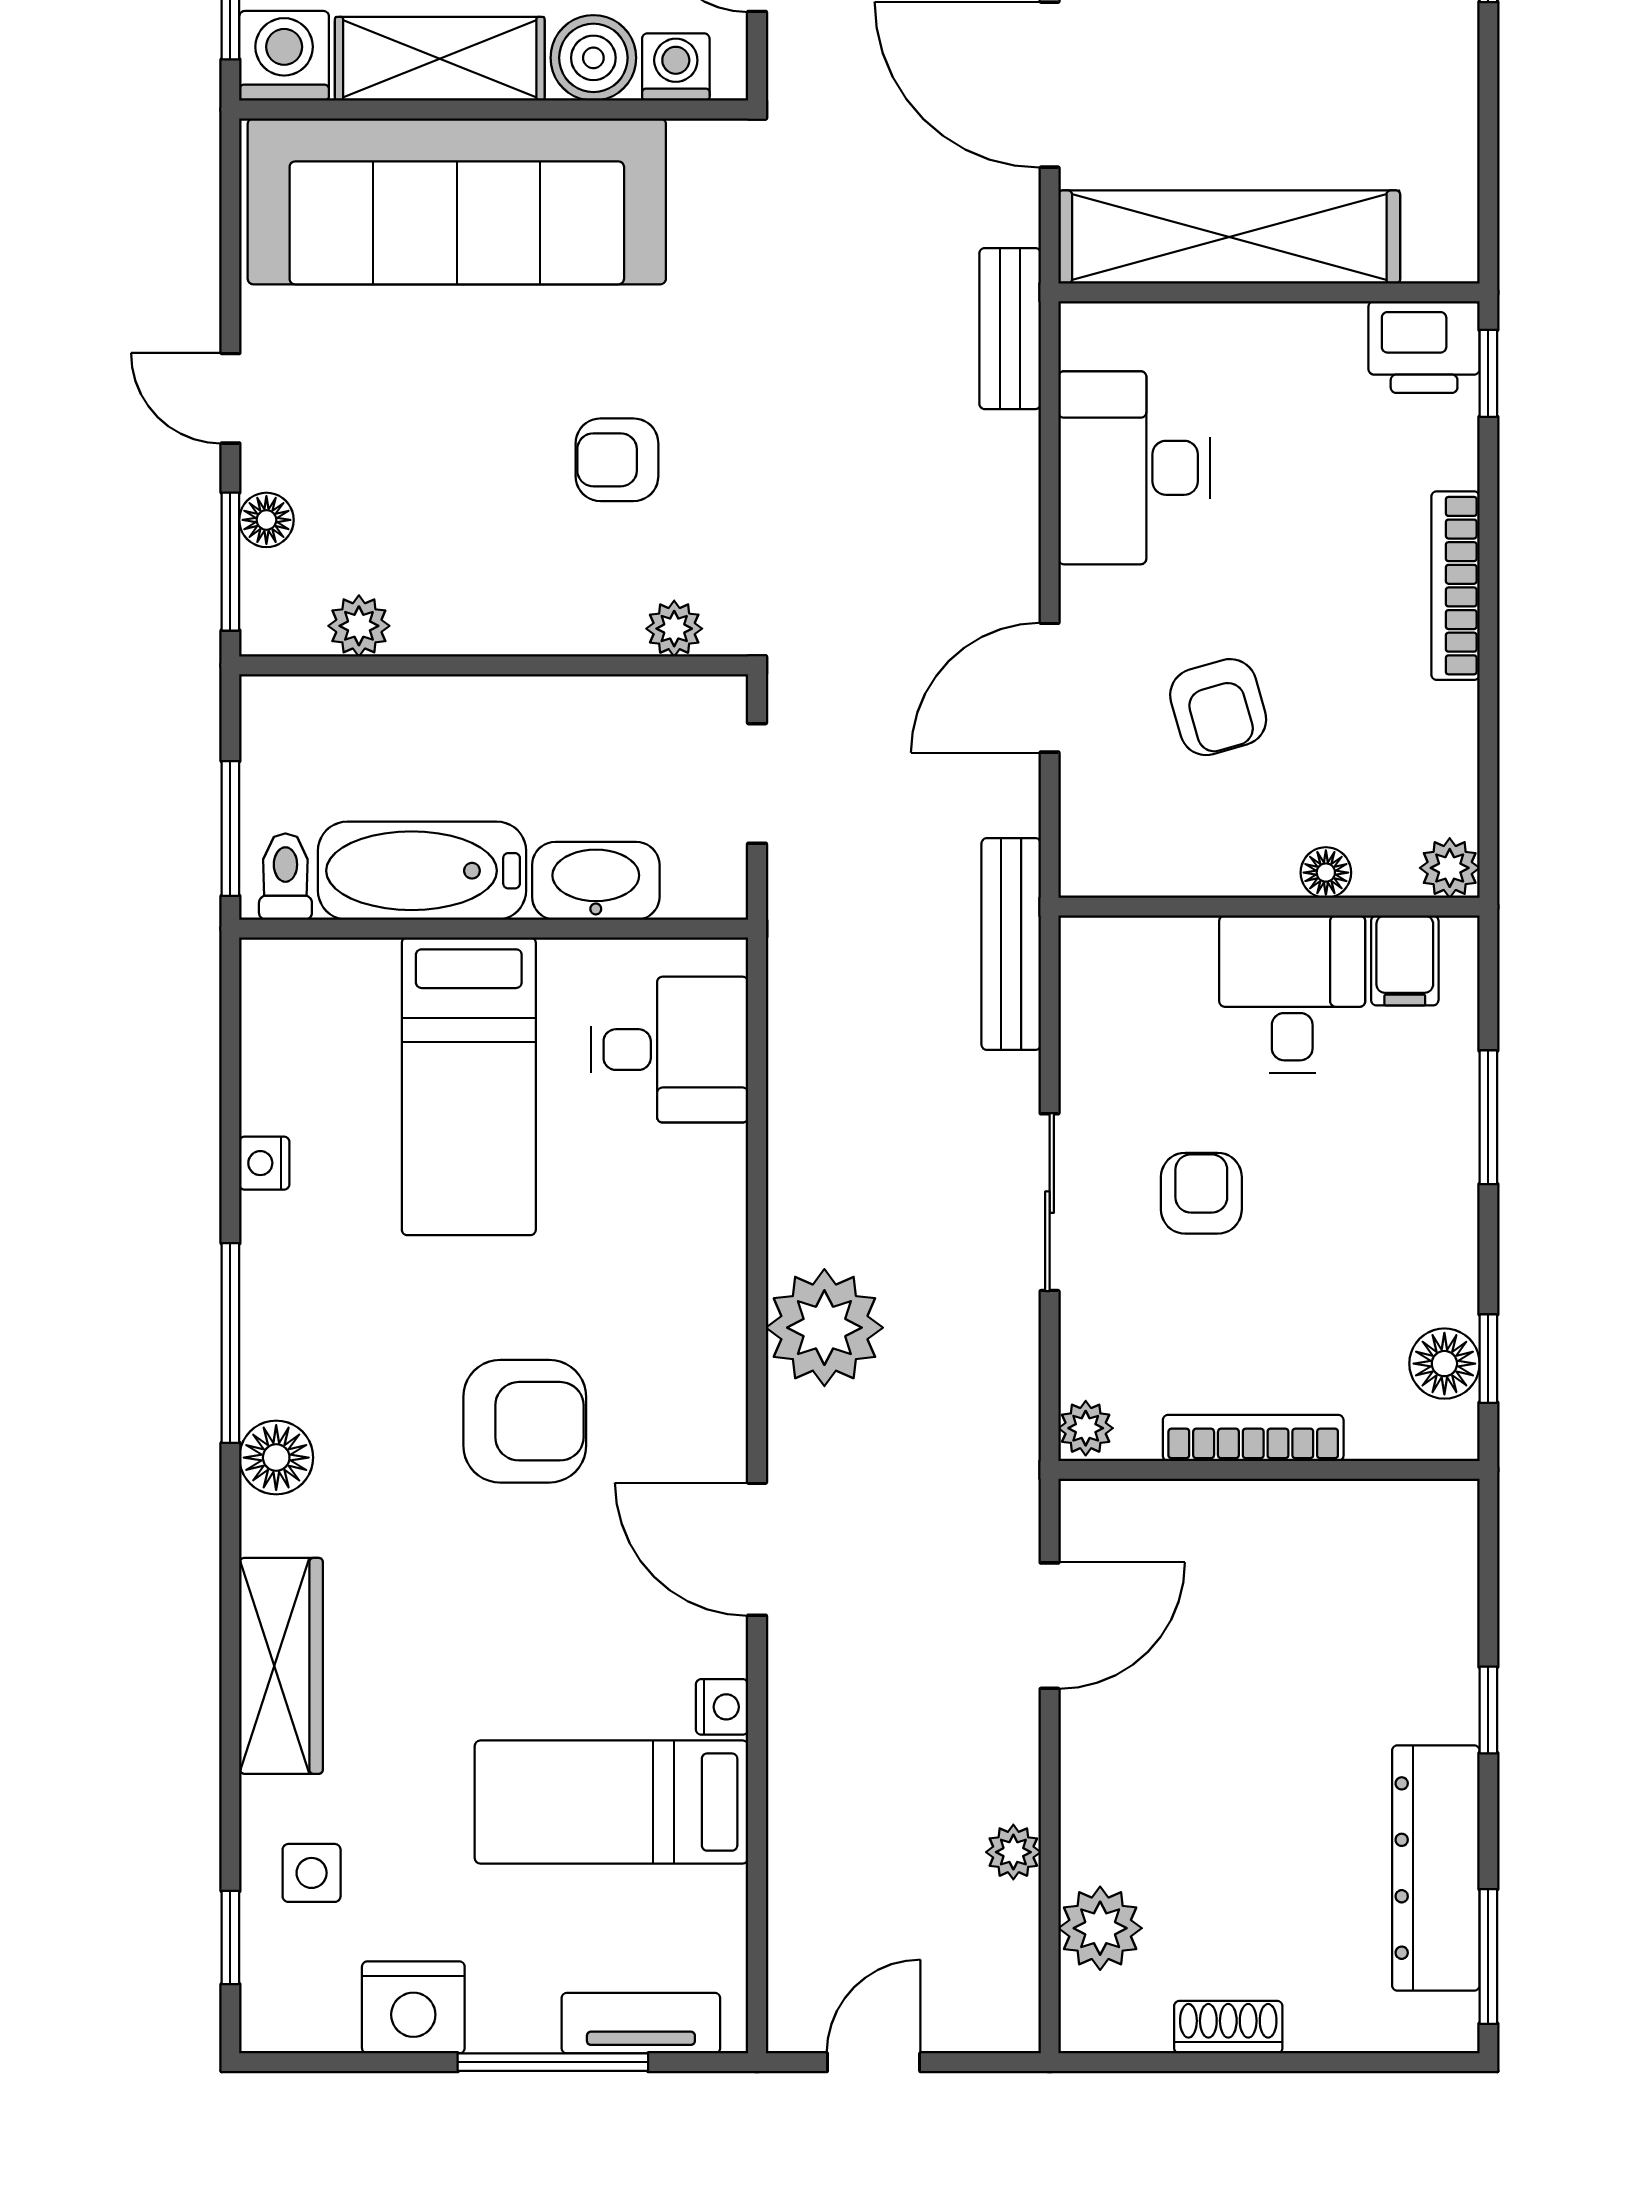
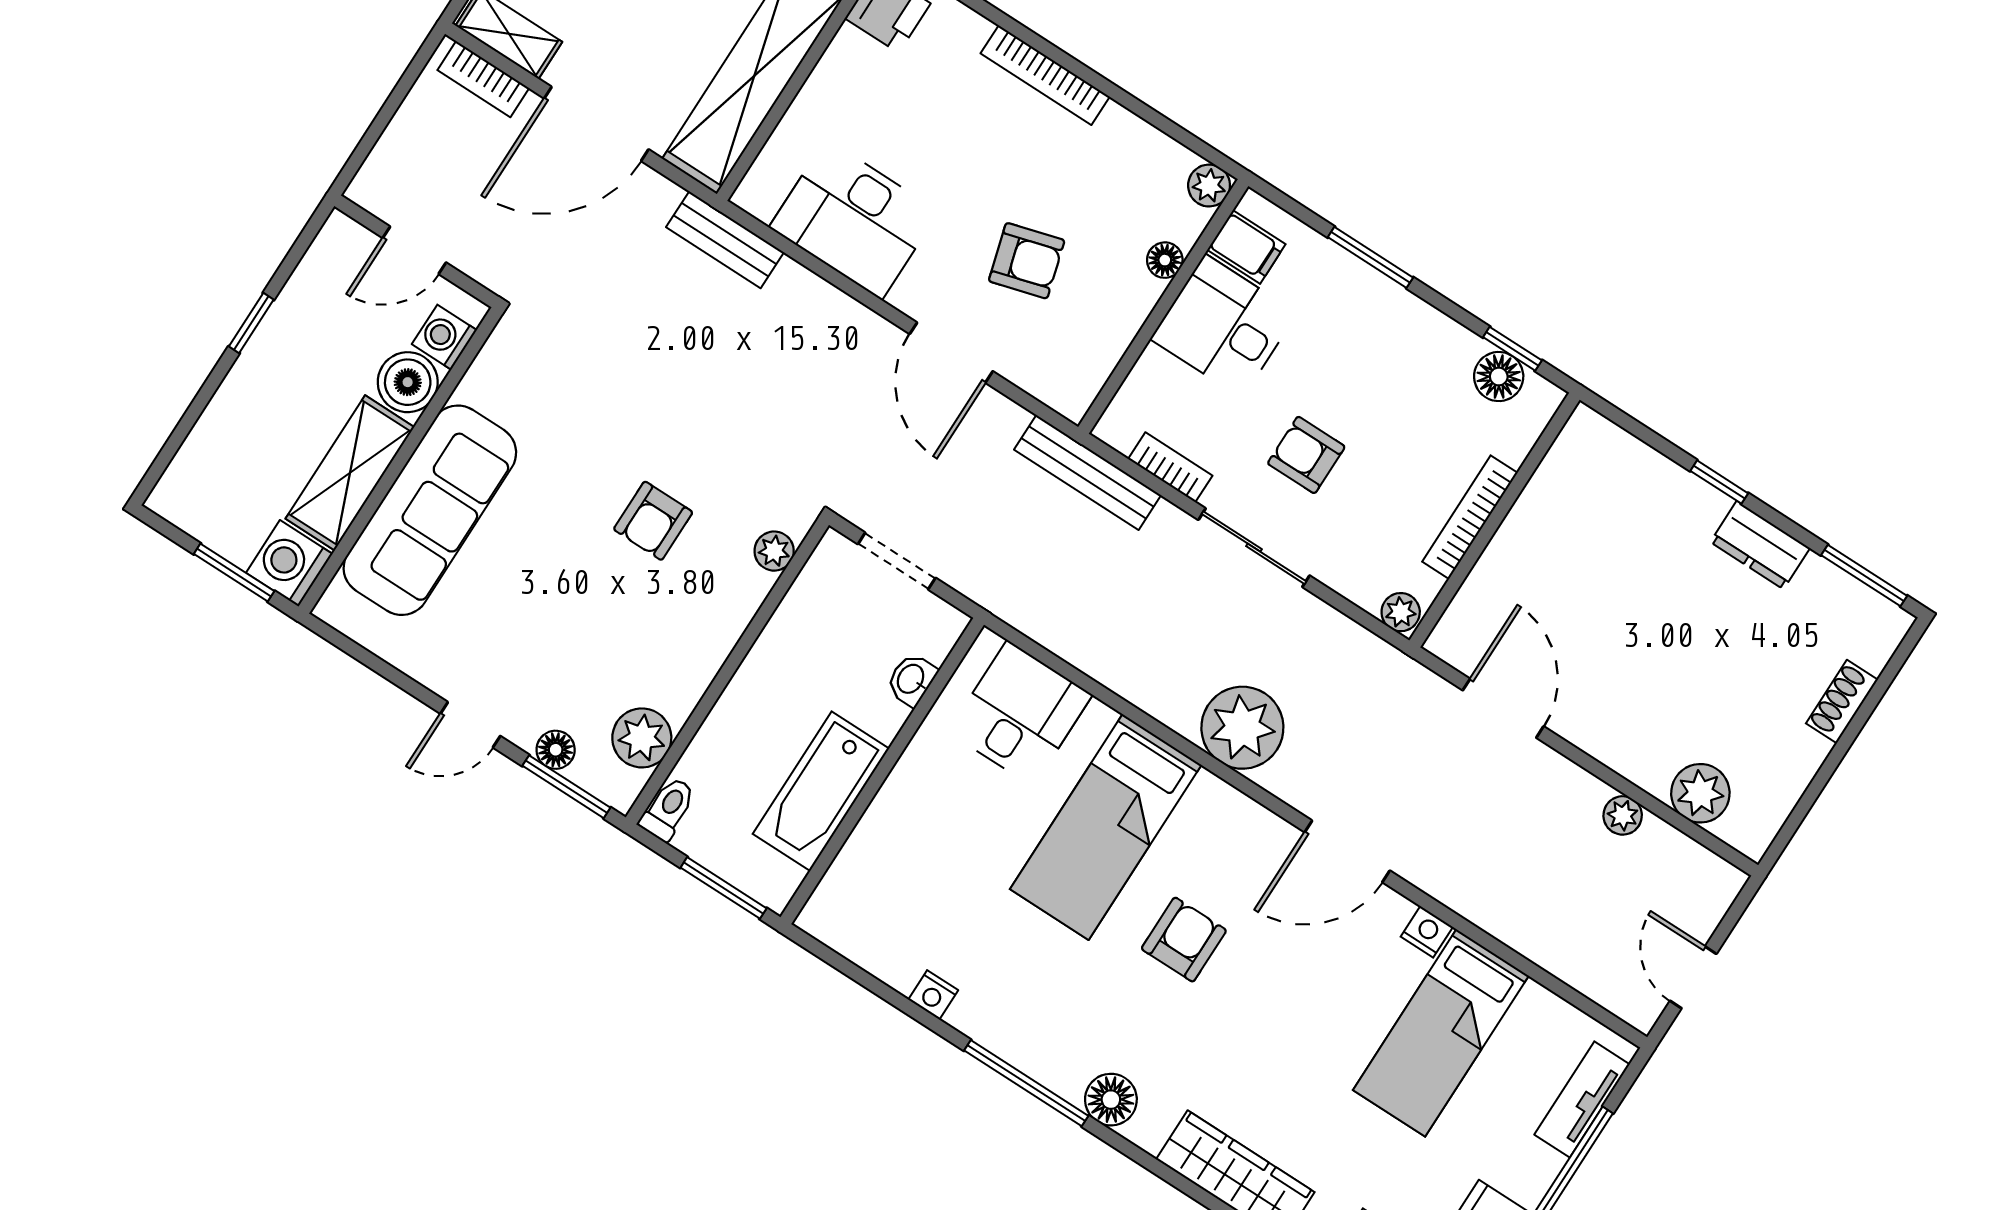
sofa: (457, 201) -> (430, 510), width x0.74, depth x0.79
plant: (359, 626) -> (642, 738), width x1.38, depth x1.38
toilet: (285, 877) -> (668, 809), moved, turned 90
washbasin: (596, 881) -> (911, 679), width x0.52, depth x0.69
bookcase: (1081, 1039) -> (1170, 467), added
bed: (469, 1086) -> (1106, 827), moved, turned 90
armchair: (525, 1421) -> (1184, 940), width x0.72, depth x0.72
dresser: (1436, 1868) -> (1760, 545), width x0.51, depth x0.80
shoe rack: (1228, 2027) -> (1842, 701), moved

